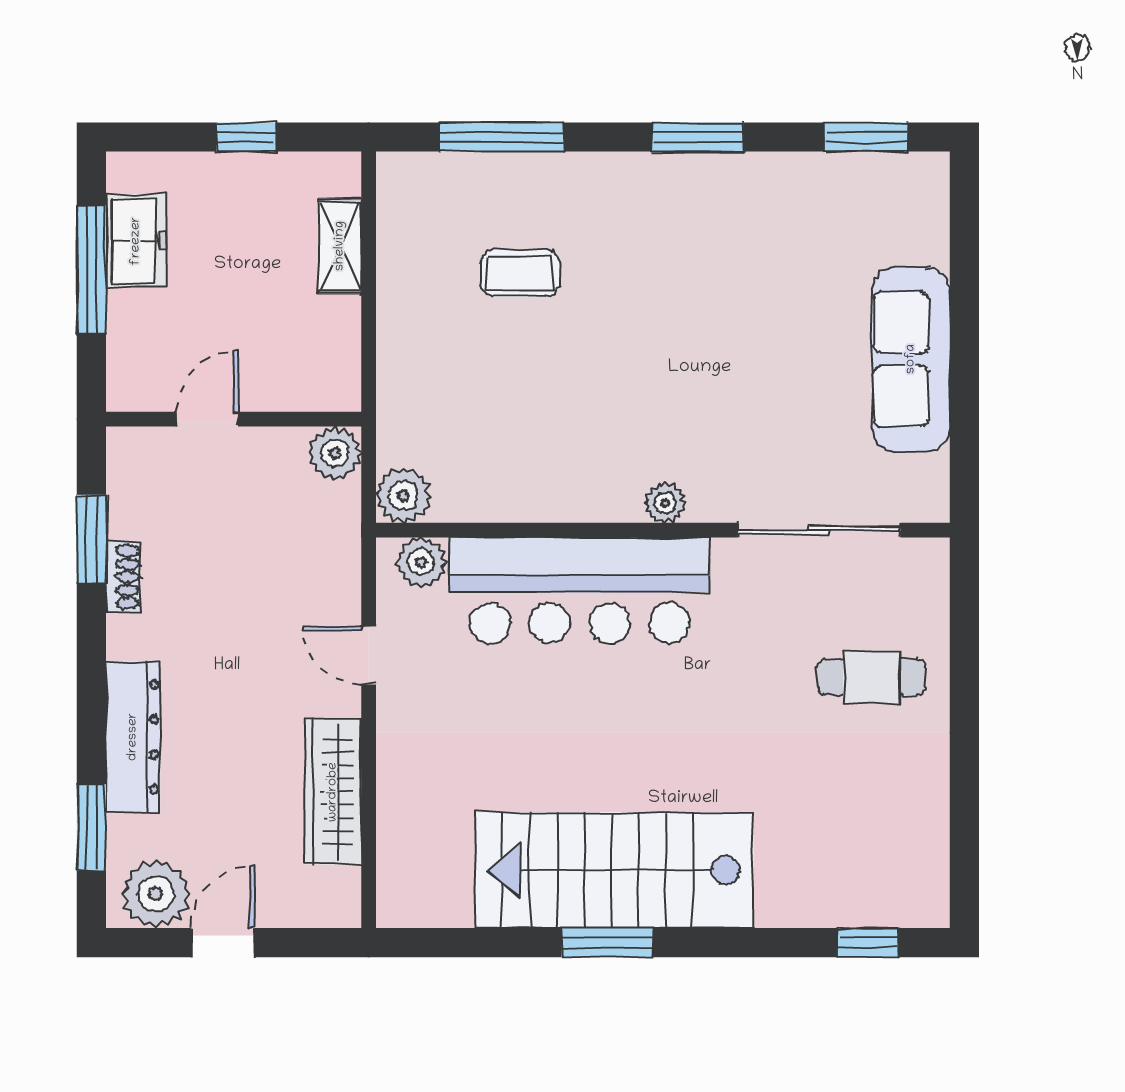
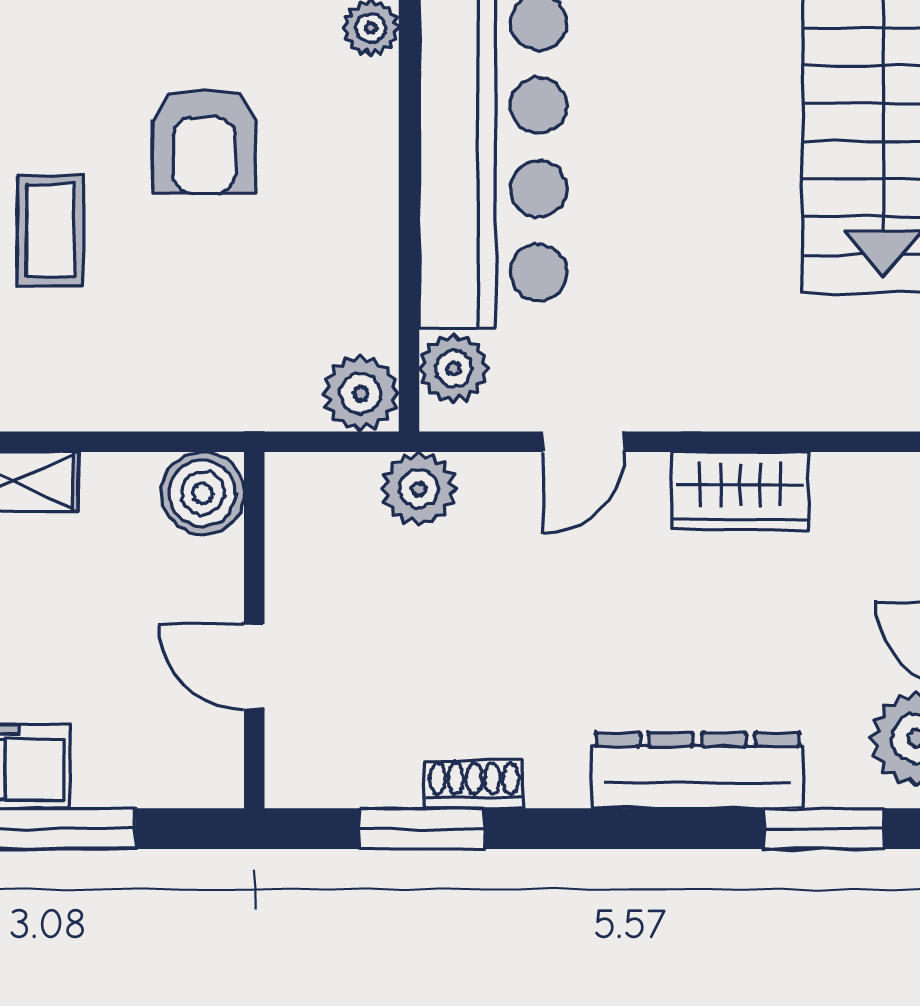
boiler: (332, 382) -> (203, 493), added
armchair: (584, 384) -> (204, 141), added
plant: (335, 453) -> (419, 489), moved
wardrobe: (333, 792) -> (740, 491), width x0.67

